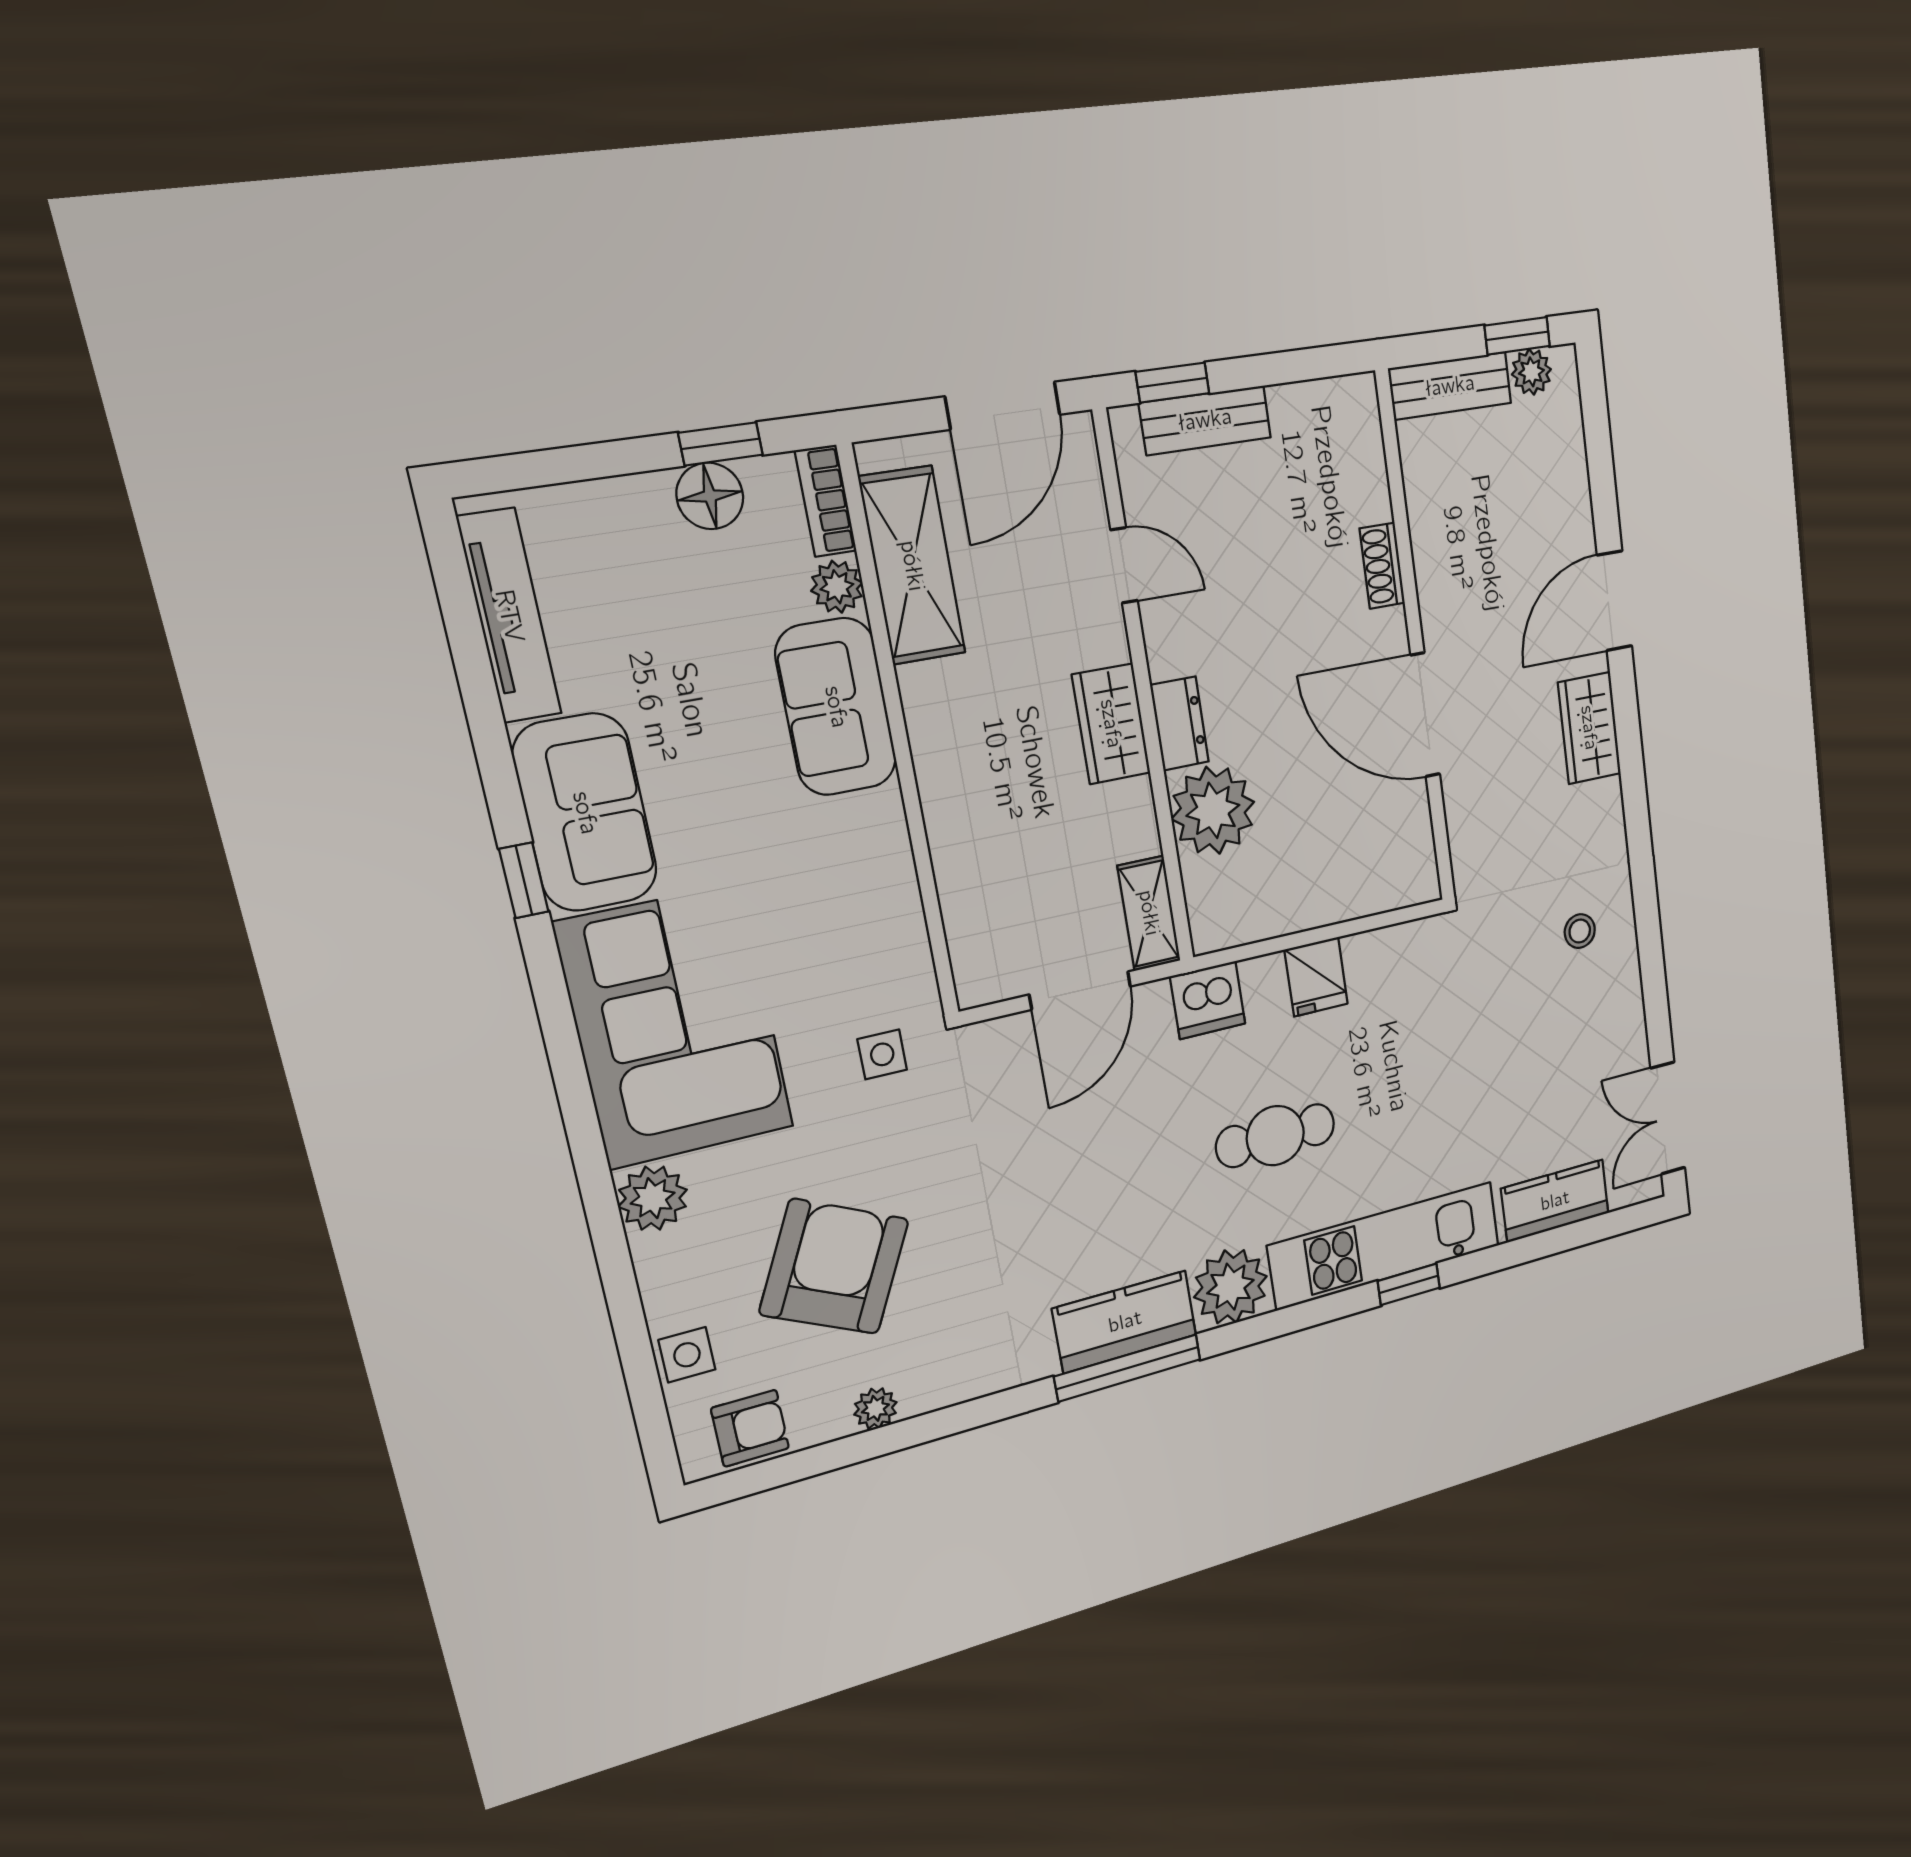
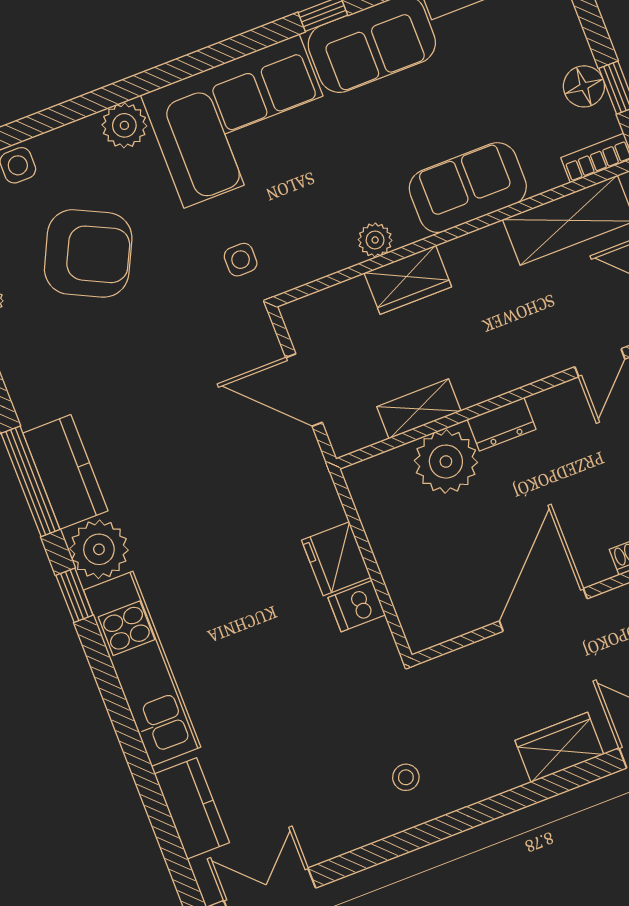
plant: (837, 587) -> (375, 240), moved
wardrobe: (1111, 724) -> (408, 280), moved, turned 180
shelving: (1149, 913) -> (419, 409), moved
fridge: (1316, 977) -> (336, 559), width x1.38
dishwasher: (1208, 1000) -> (357, 606), moved, width x0.73
cafe table: (1275, 1136) -> (217, 560), removed
window: (1409, 1284) -> (74, 595), moved

